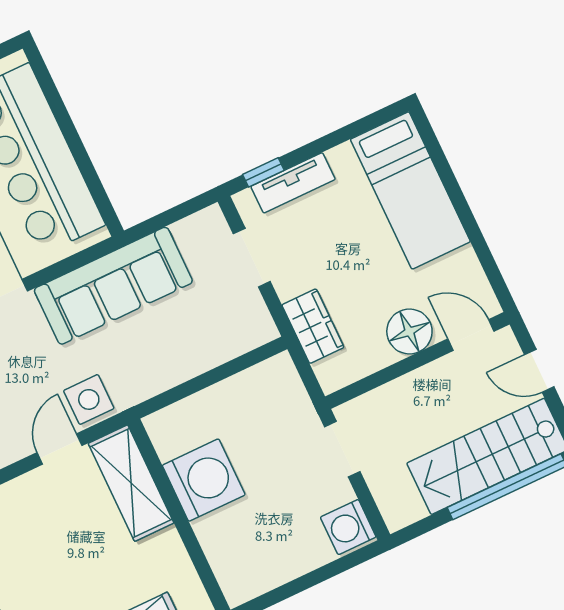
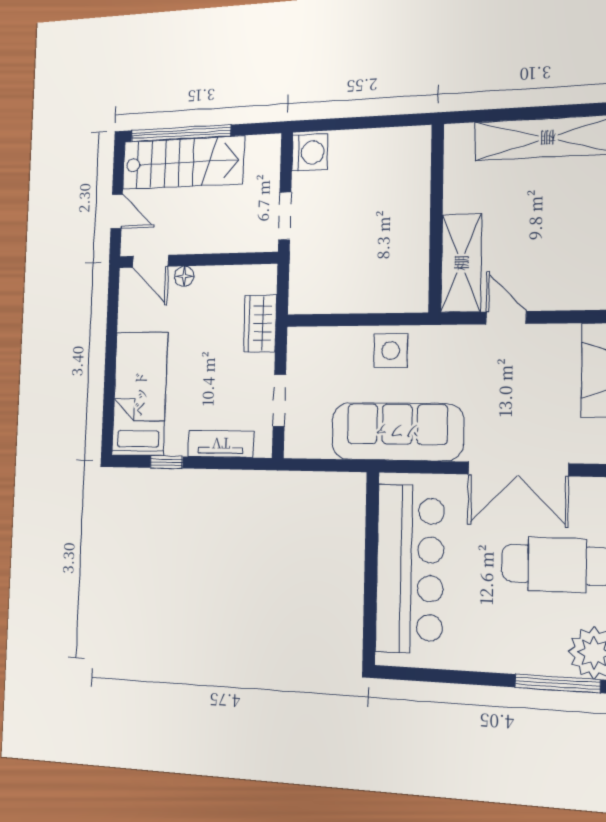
window: (263, 172) -> (166, 462), moved
floor lamp: (409, 332) -> (184, 276), width x0.53, depth x0.53
side table: (89, 399) -> (391, 351), moved
door: (60, 449) -> (506, 318), swing flipped
washing machine: (204, 480) -> (402, 239), removed

